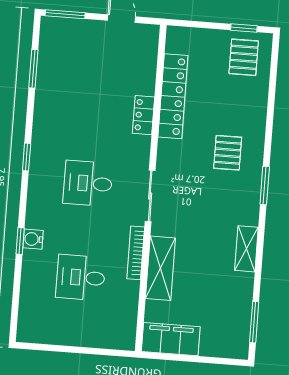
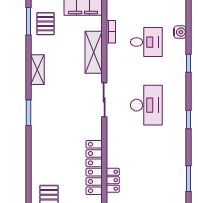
locker: (144, 115) -> (113, 180), moved
pallet: (228, 153) -> (46, 24), moved
desk: (88, 183) -> (146, 105), width x1.37
water cooler: (33, 239) -> (180, 32), moved
bookcase: (136, 253) -> (111, 32), moved, width x0.64

